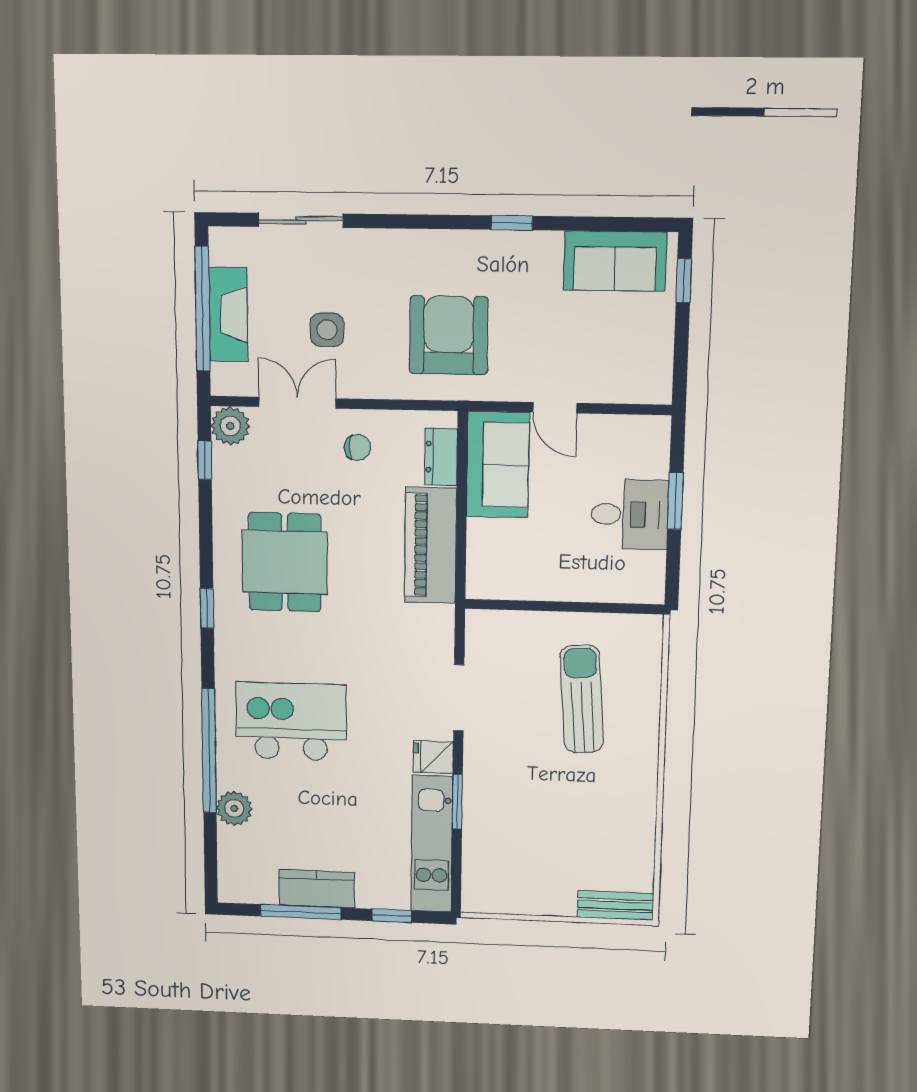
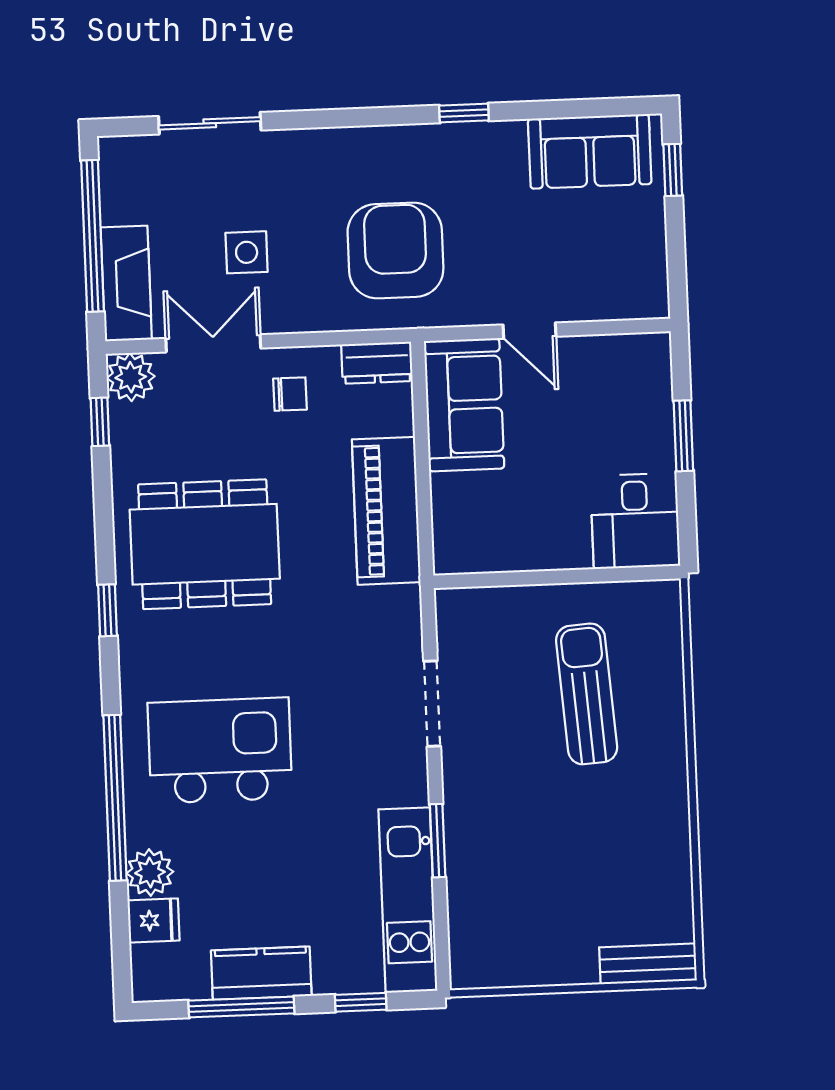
fireplace: (228, 314) -> (126, 283), moved
dresser: (441, 457) -> (377, 363), moved, turned -90
desk: (630, 514) -> (635, 521), moved, turned 90
dining table: (285, 562) -> (205, 544), width x1.38
fridge: (433, 757) -> (154, 920), moved, turned 180

